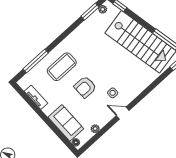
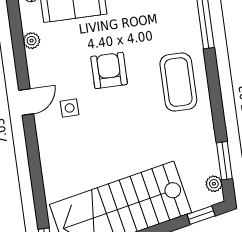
coffee table: (62, 67) -> (178, 82), moved

